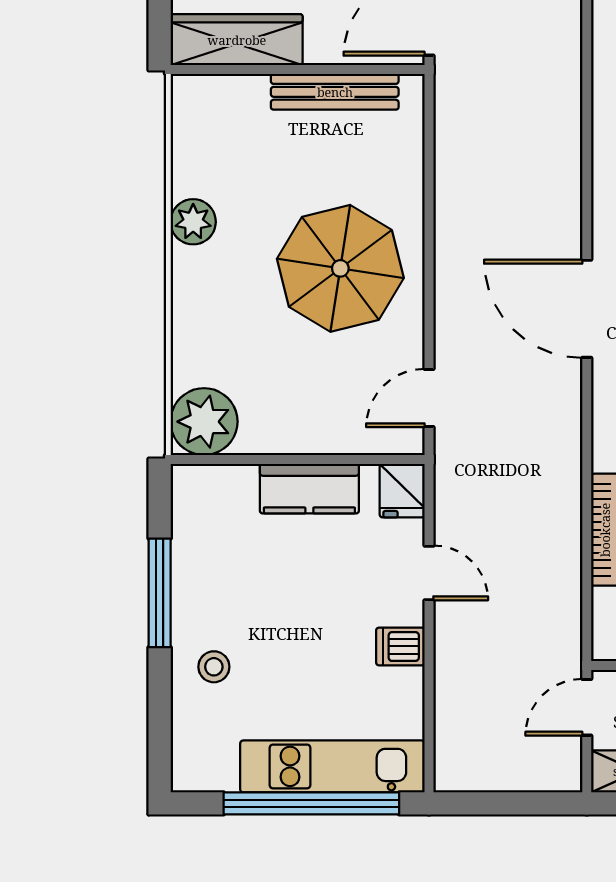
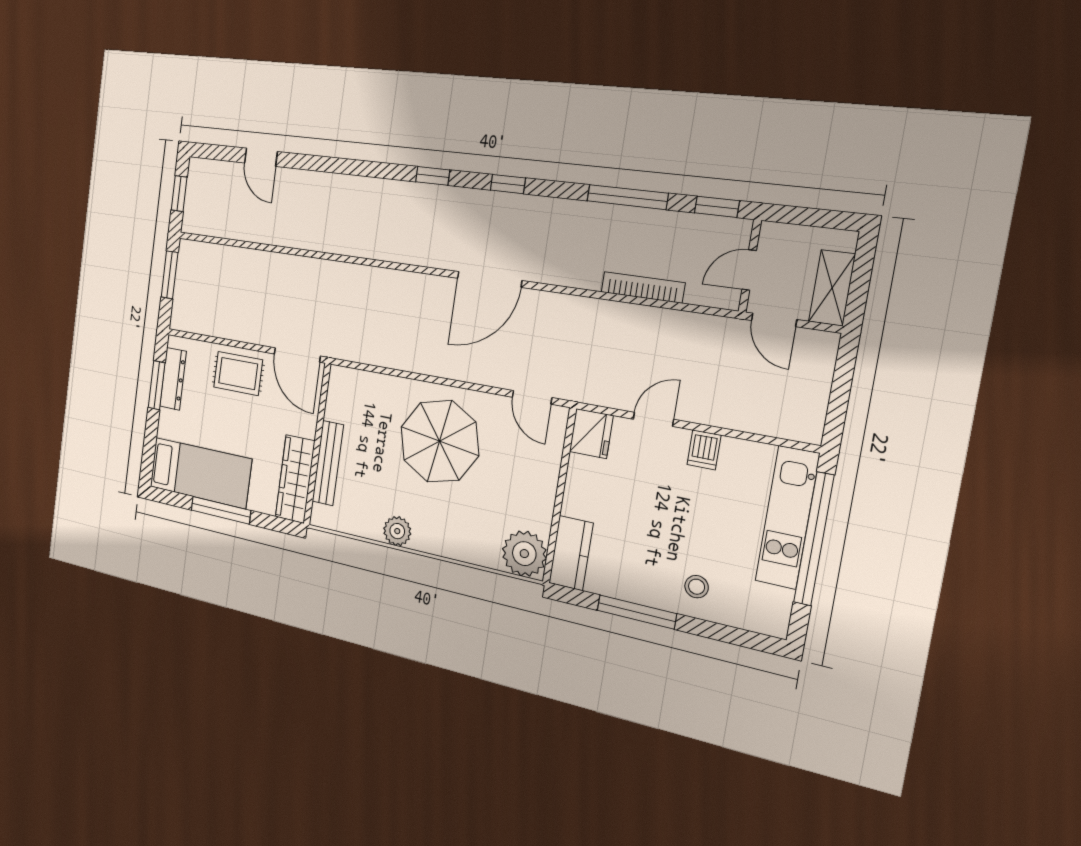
bench: (335, 92) -> (328, 463), moved
kitchen counter: (309, 489) -> (571, 553), moved
fridge: (402, 491) -> (591, 434), width x1.38

